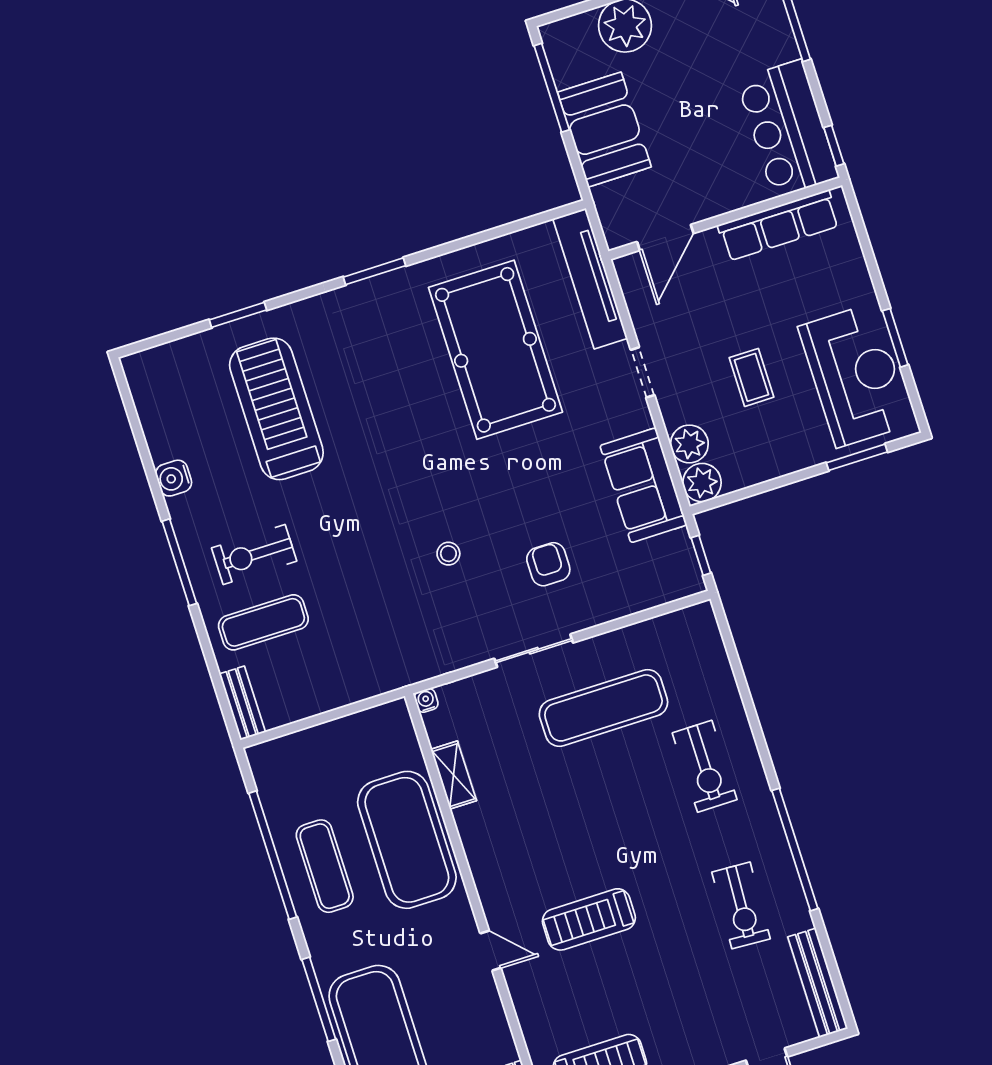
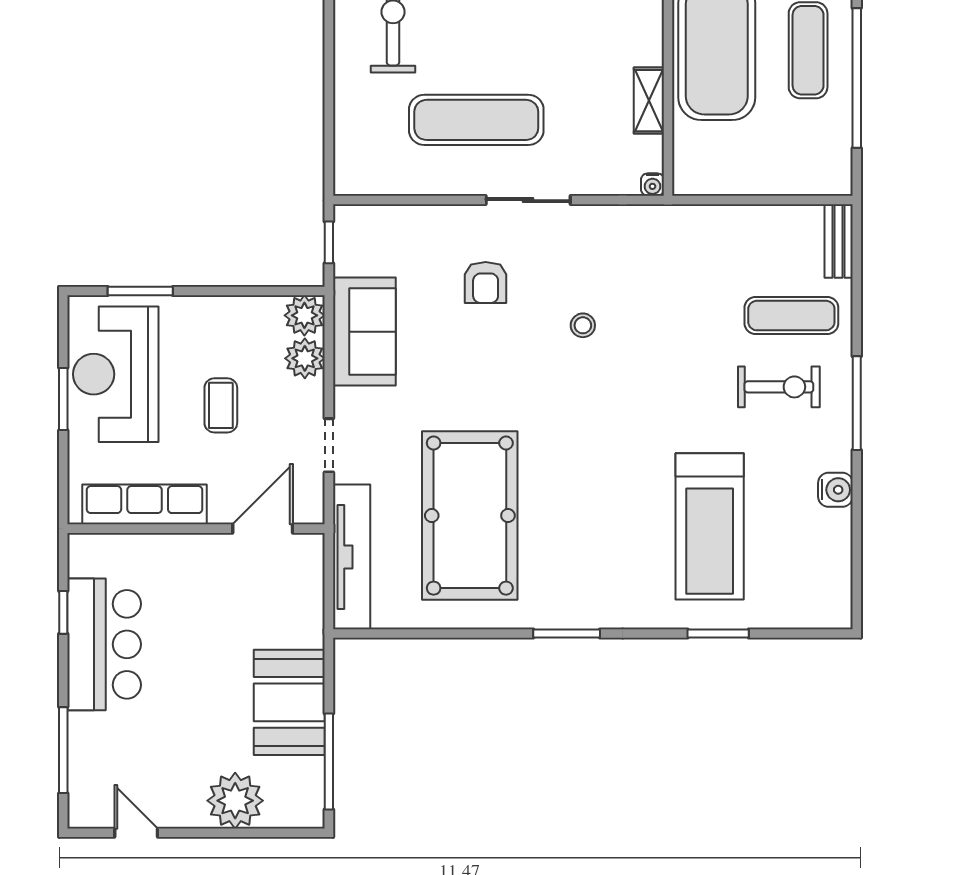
wall: (725, 218) -> (196, 529), moved
row of seats: (779, 225) -> (145, 504), moved
door: (665, 237) -> (263, 529), moved

